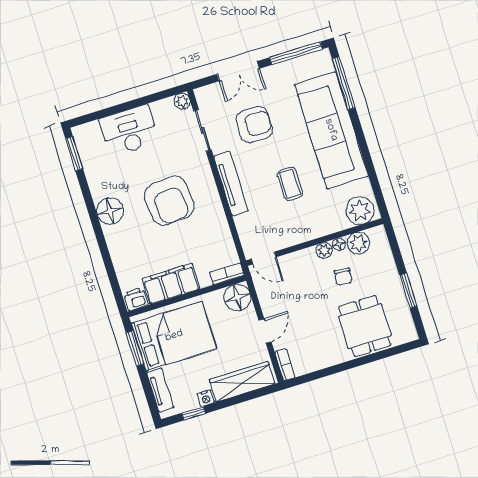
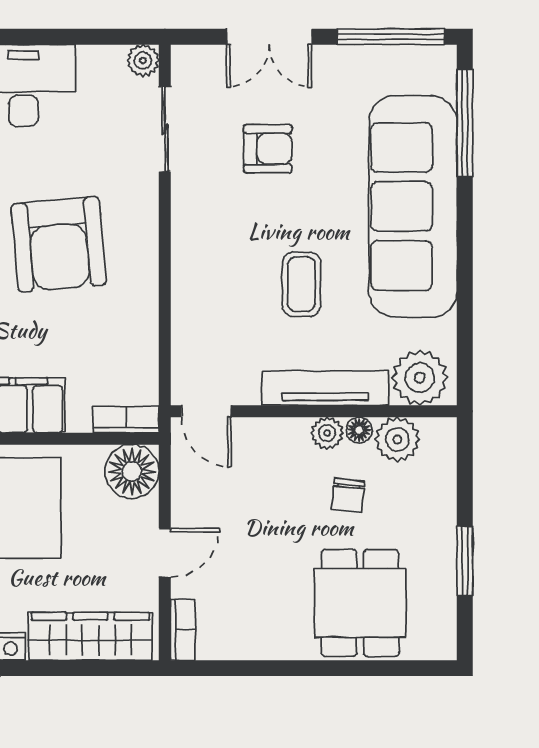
armchair: (254, 125) -> (268, 149), width x0.72, depth x0.72
tv unit: (231, 184) -> (325, 388), moved, turned -90

